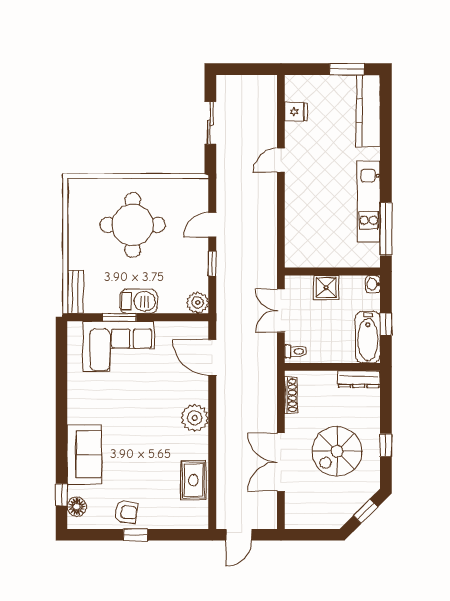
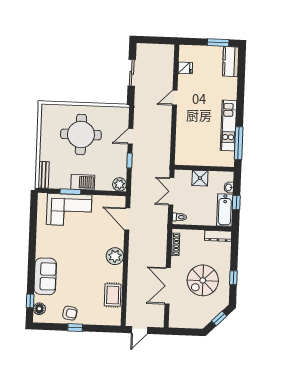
kitchen counter: (368, 111) -> (231, 62), width x0.67
washbasin: (373, 284) -> (229, 187), moved

